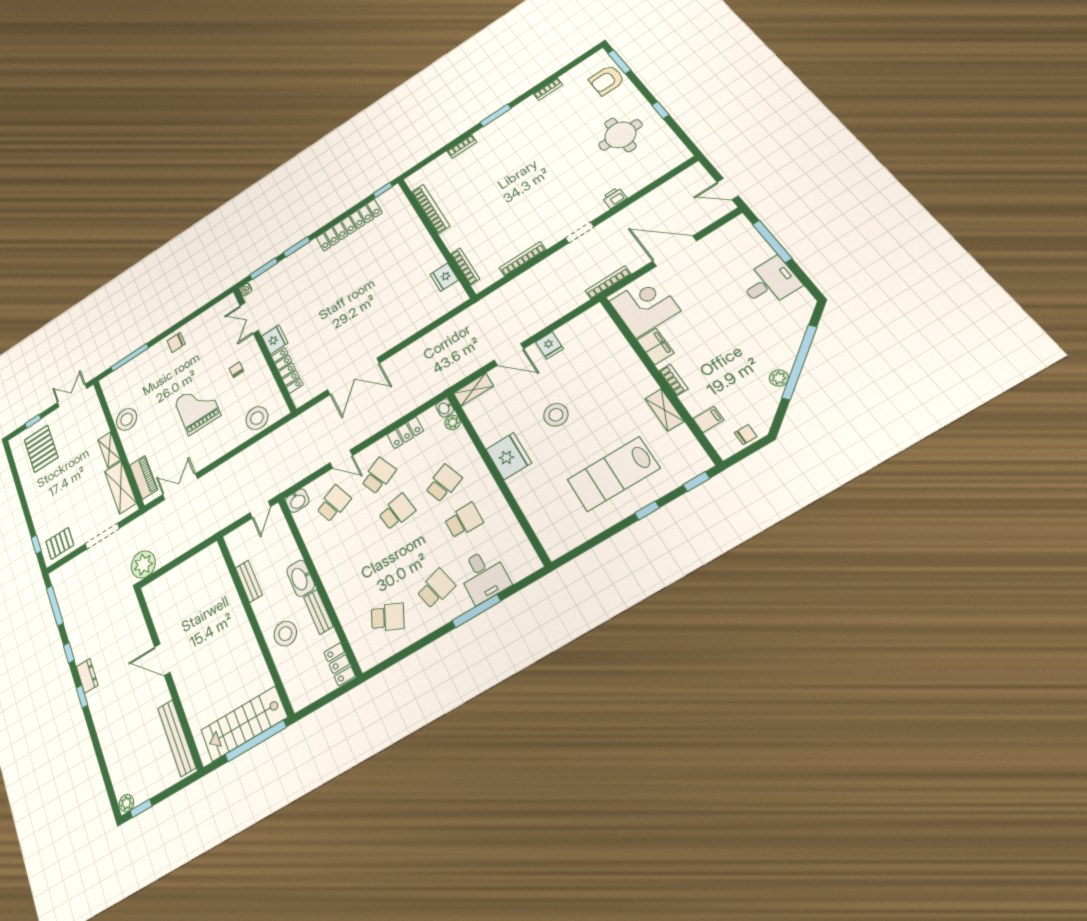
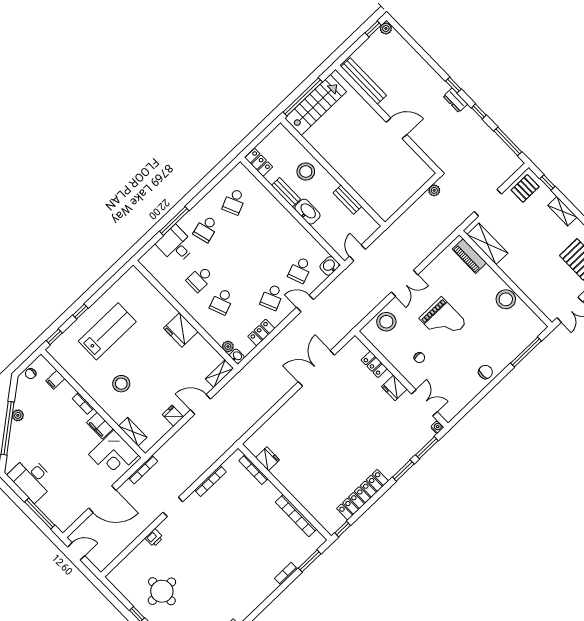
window: (495, 115) -> (310, 561), moved
desk: (770, 283) -> (32, 479), width x1.37
locker: (287, 370) -> (374, 364), width x0.66
shelving: (664, 410) -> (133, 432), moved
stool: (556, 415) -> (121, 384), moved
shelving: (109, 450) -> (562, 211), moved
double door: (180, 487) -> (404, 283), moved
school desk: (397, 512) -> (250, 274), removed
plant: (143, 564) -> (434, 190), width x0.53, depth x0.53
school desk: (388, 617) -> (234, 202), turned -48

